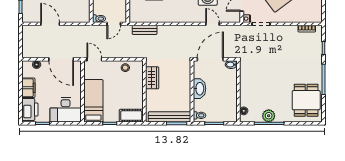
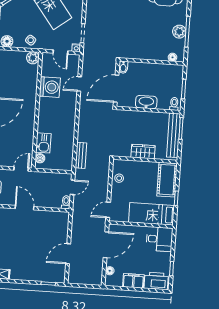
door: (114, 24) -> (72, 187), hinge flipped
door: (210, 59) -> (116, 89), hinge flipped
wardrobe: (152, 78) -> (143, 152), moved
desk: (66, 110) -> (159, 239), width x0.73
cot: (131, 116) -> (167, 180), width x1.37, depth x1.34

